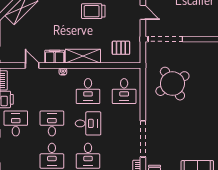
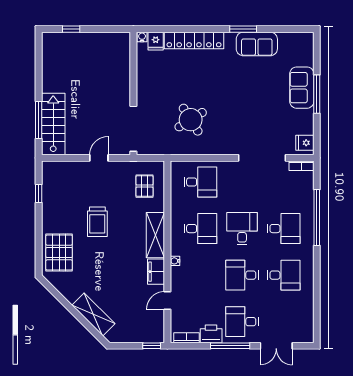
round table: (172, 84) -> (191, 120), width x0.73, depth x0.73

